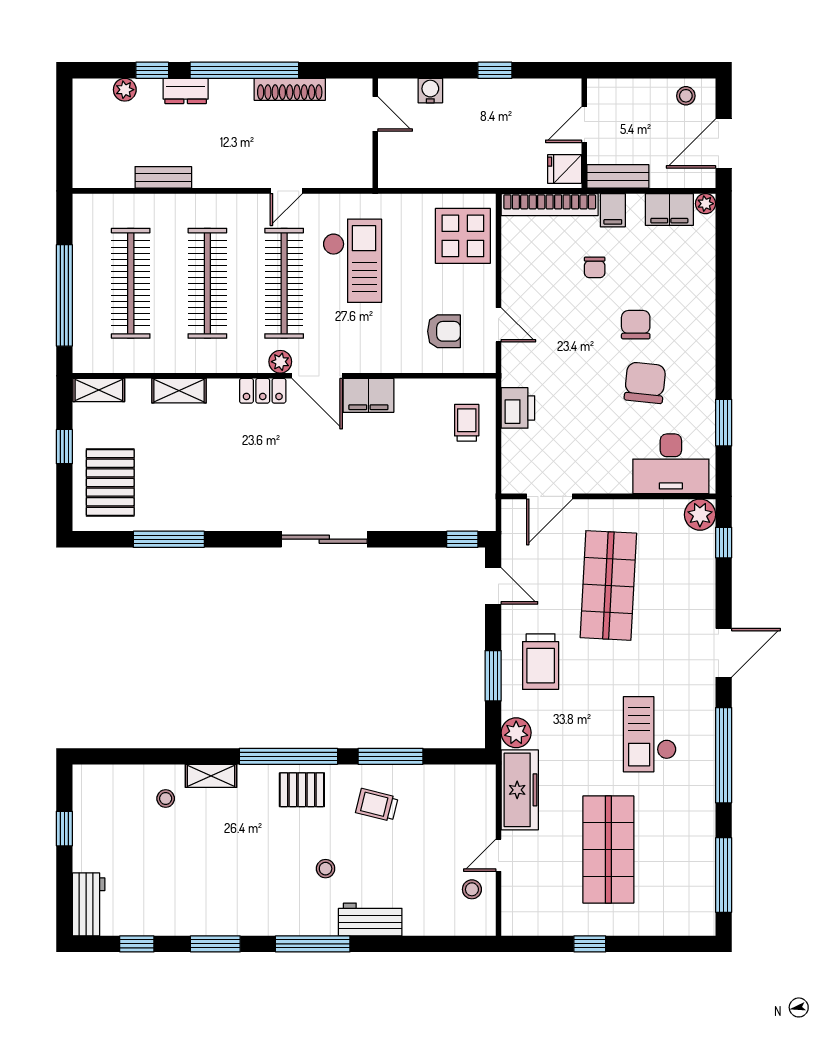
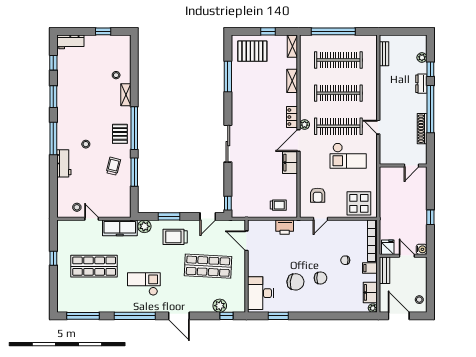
water cooler: (430, 91) -> (422, 249), moved
bench: (163, 177) -> (384, 54), moved
plant: (700, 515) -> (220, 306), moved

